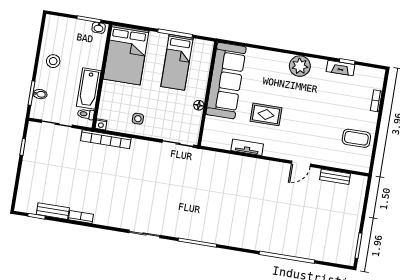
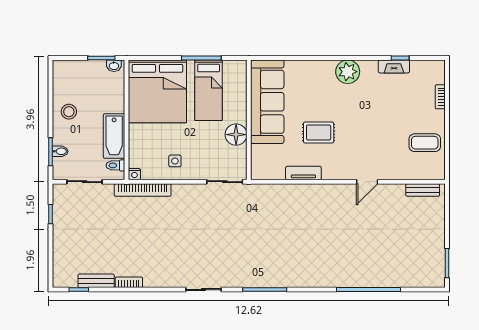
bed: (126, 55) -> (157, 91), width x1.36
floor lamp: (199, 105) -> (236, 135), width x1.89, depth x1.89
bench: (335, 177) -> (423, 190), moved

